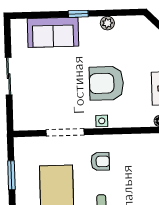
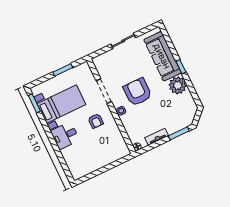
plant: (107, 23) -> (178, 85), width x1.88, depth x1.88
sofa: (53, 32) -> (162, 56), width x1.36
armchair: (106, 83) -> (137, 92), moved

